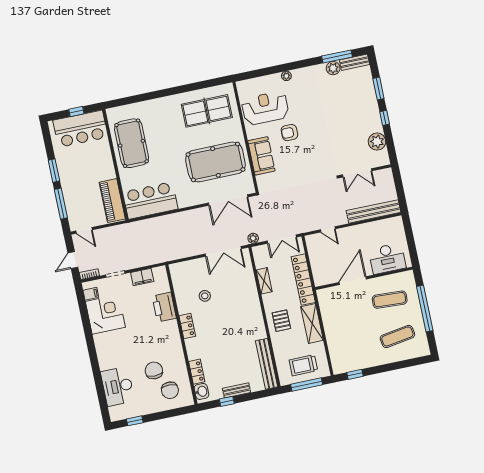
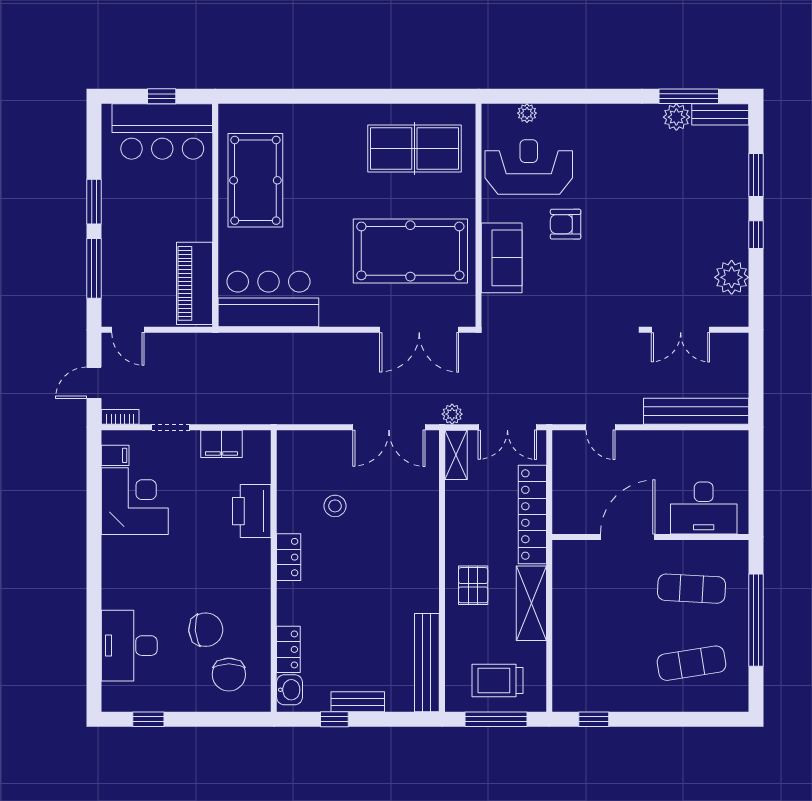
plant: (286, 76) -> (527, 113), moved
shelving: (264, 281) -> (456, 455), moved
chair: (154, 370) -> (206, 630), turned 86

